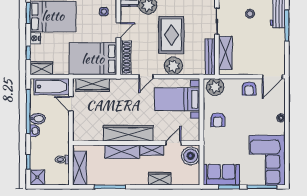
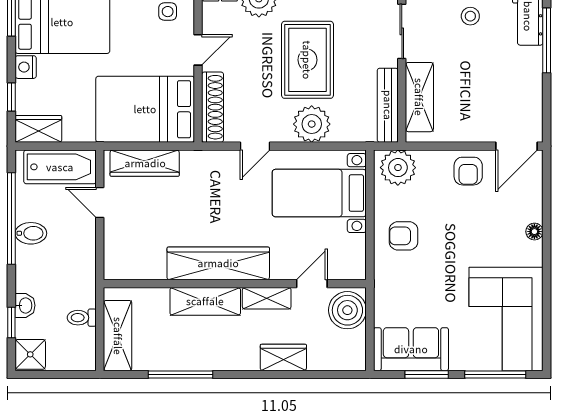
armchair: (218, 120) -> (403, 236), turned 90
washbasin: (35, 131) -> (25, 305), moved

